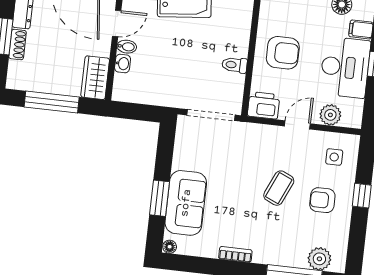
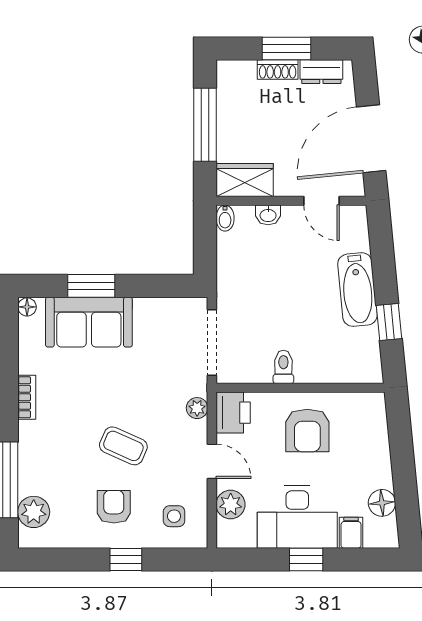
bidet: (127, 47) -> (225, 218), moved
plant: (257, 131) -> (197, 408), added

